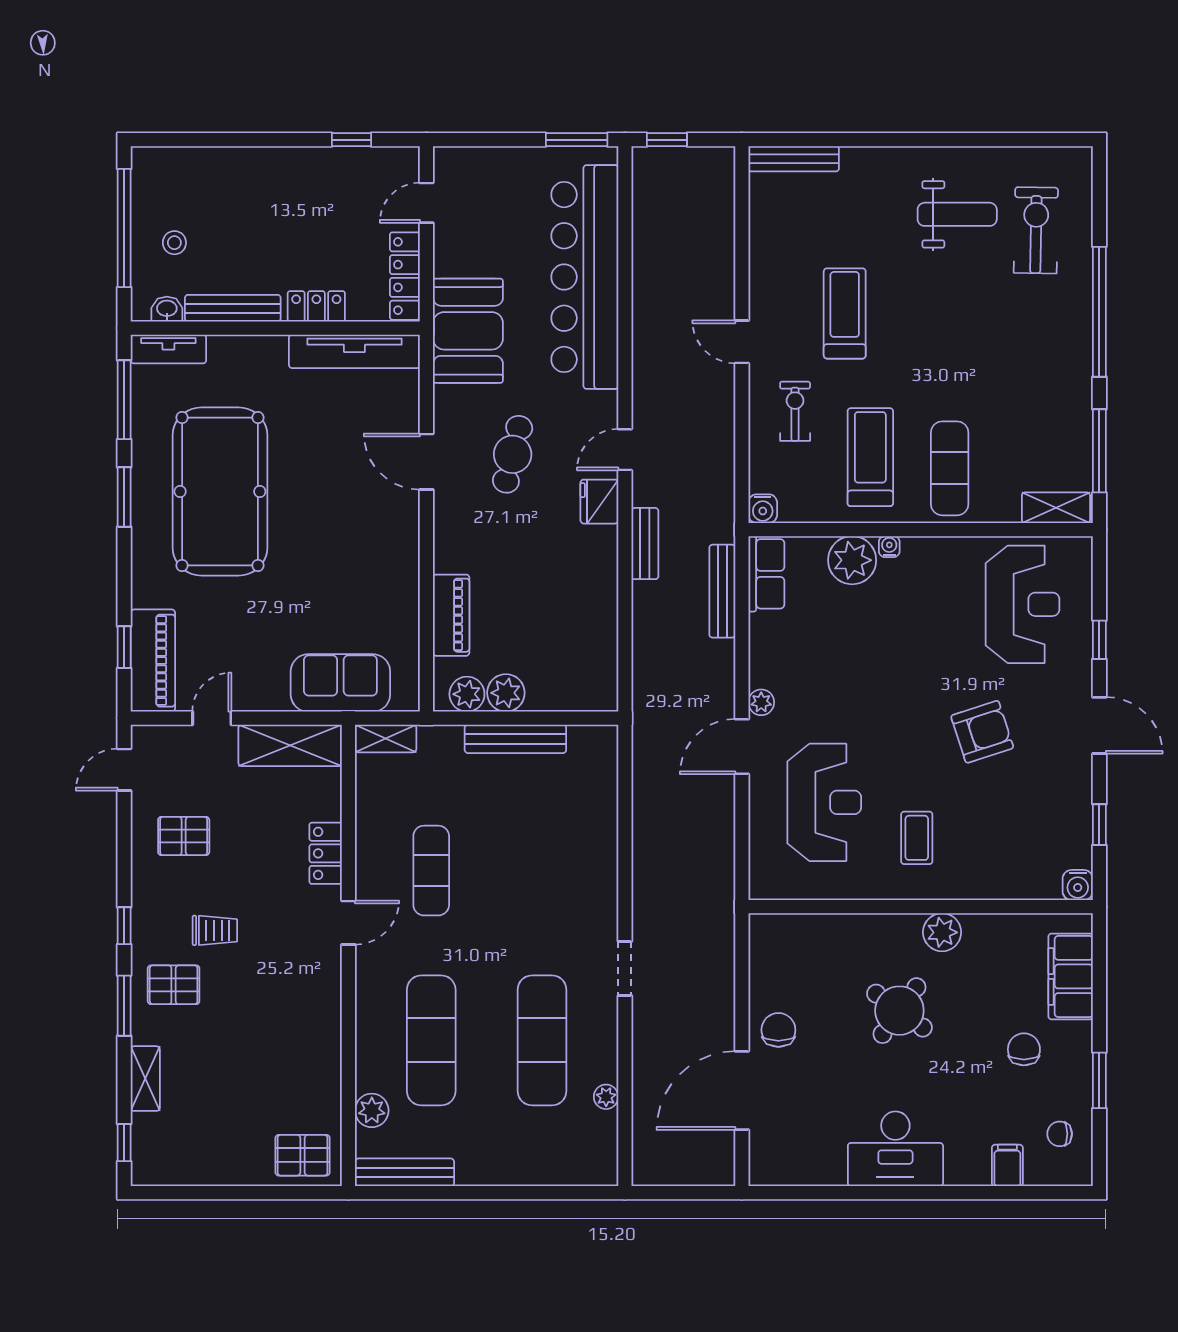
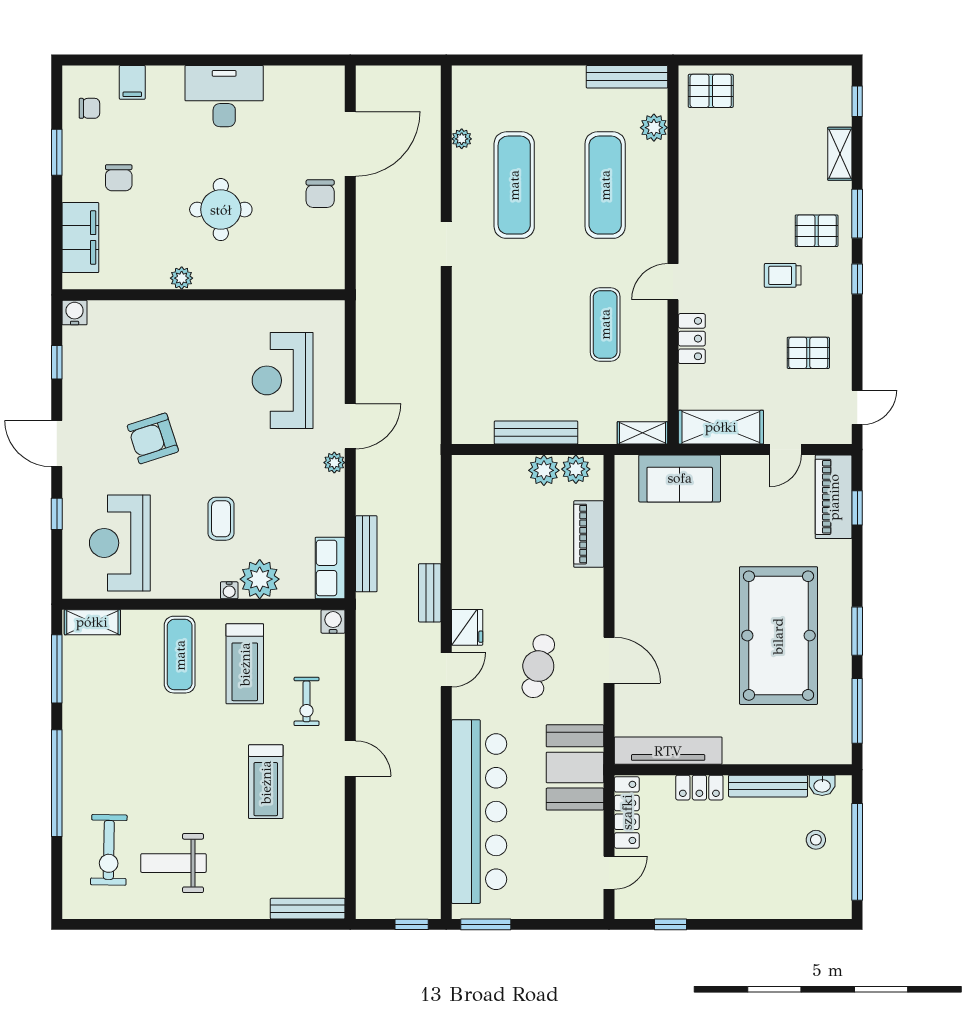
tv unit: (168, 349) -> (821, 753), removed
coffee table: (917, 838) -> (221, 519), moved
plant: (942, 932) -> (182, 278), width x0.73, depth x0.73
round table: (899, 1011) -> (221, 210), turned -36

